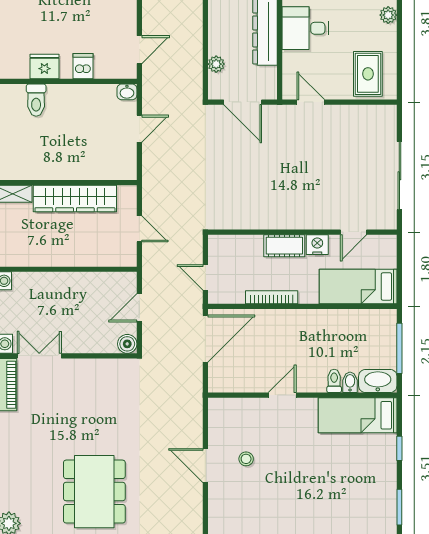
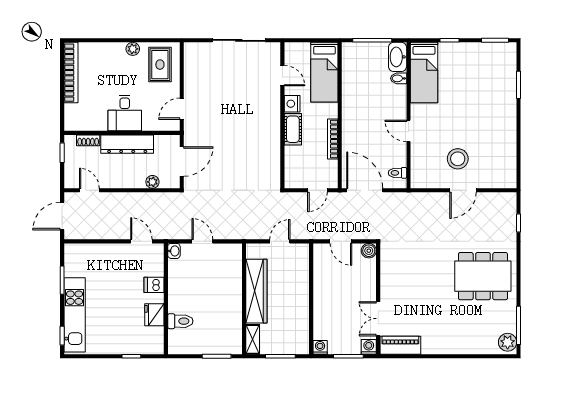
plant: (388, 15) -> (133, 49), moved
rug: (368, 74) -> (160, 65), turned 90
toilet: (334, 381) -> (397, 173), moved
stool: (246, 459) -> (458, 159), width x1.89, depth x1.89

